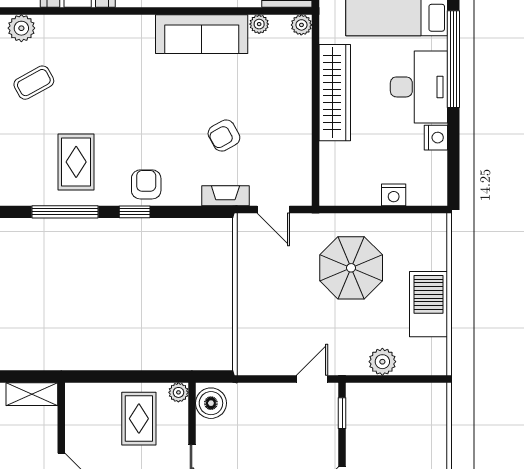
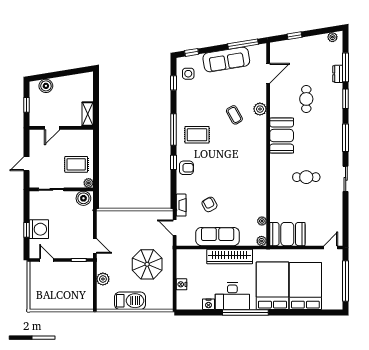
sofa: (202, 34) -> (218, 237), moved, turned 90
door: (273, 209) -> (175, 228), hinge flipped

